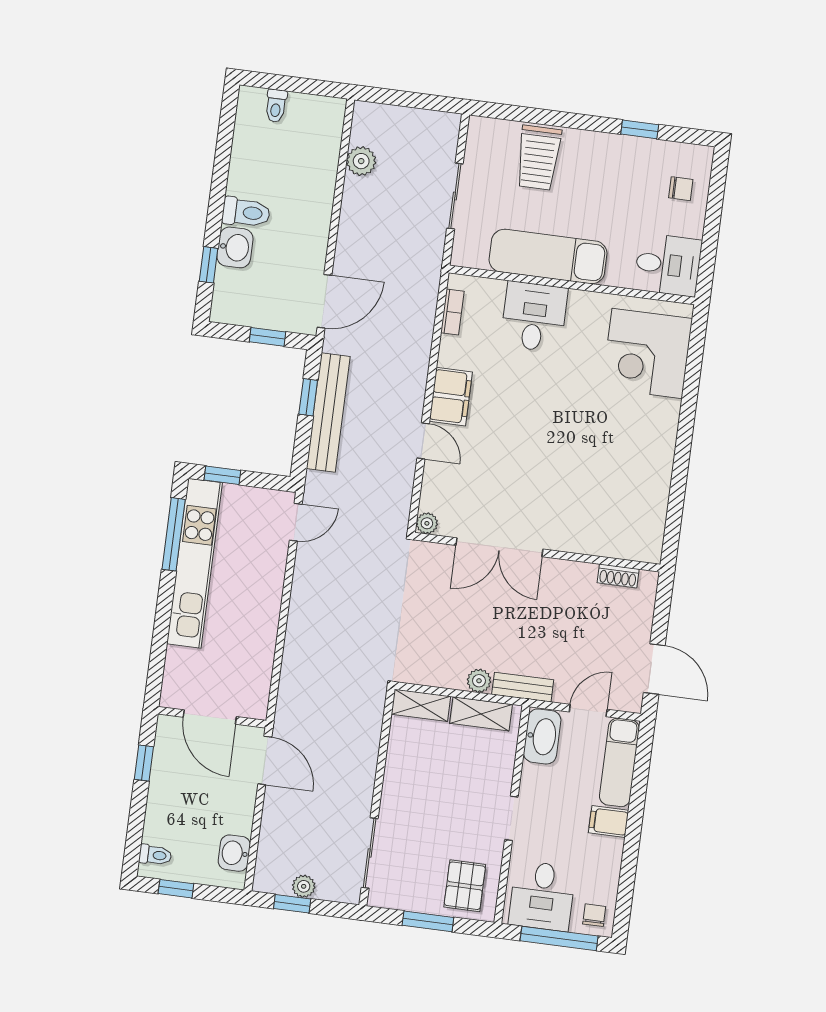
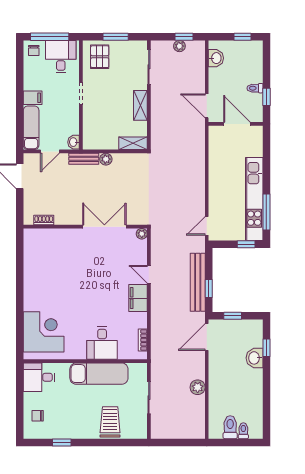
plant: (361, 161) -> (198, 387), moved
toilet: (246, 212) -> (230, 427), moved, turned 90
shelving: (481, 714) -> (140, 105), moved, turned 90
washbasin: (542, 736) -> (74, 142), width x0.52, depth x0.69
toilet: (155, 855) -> (255, 88), moved

